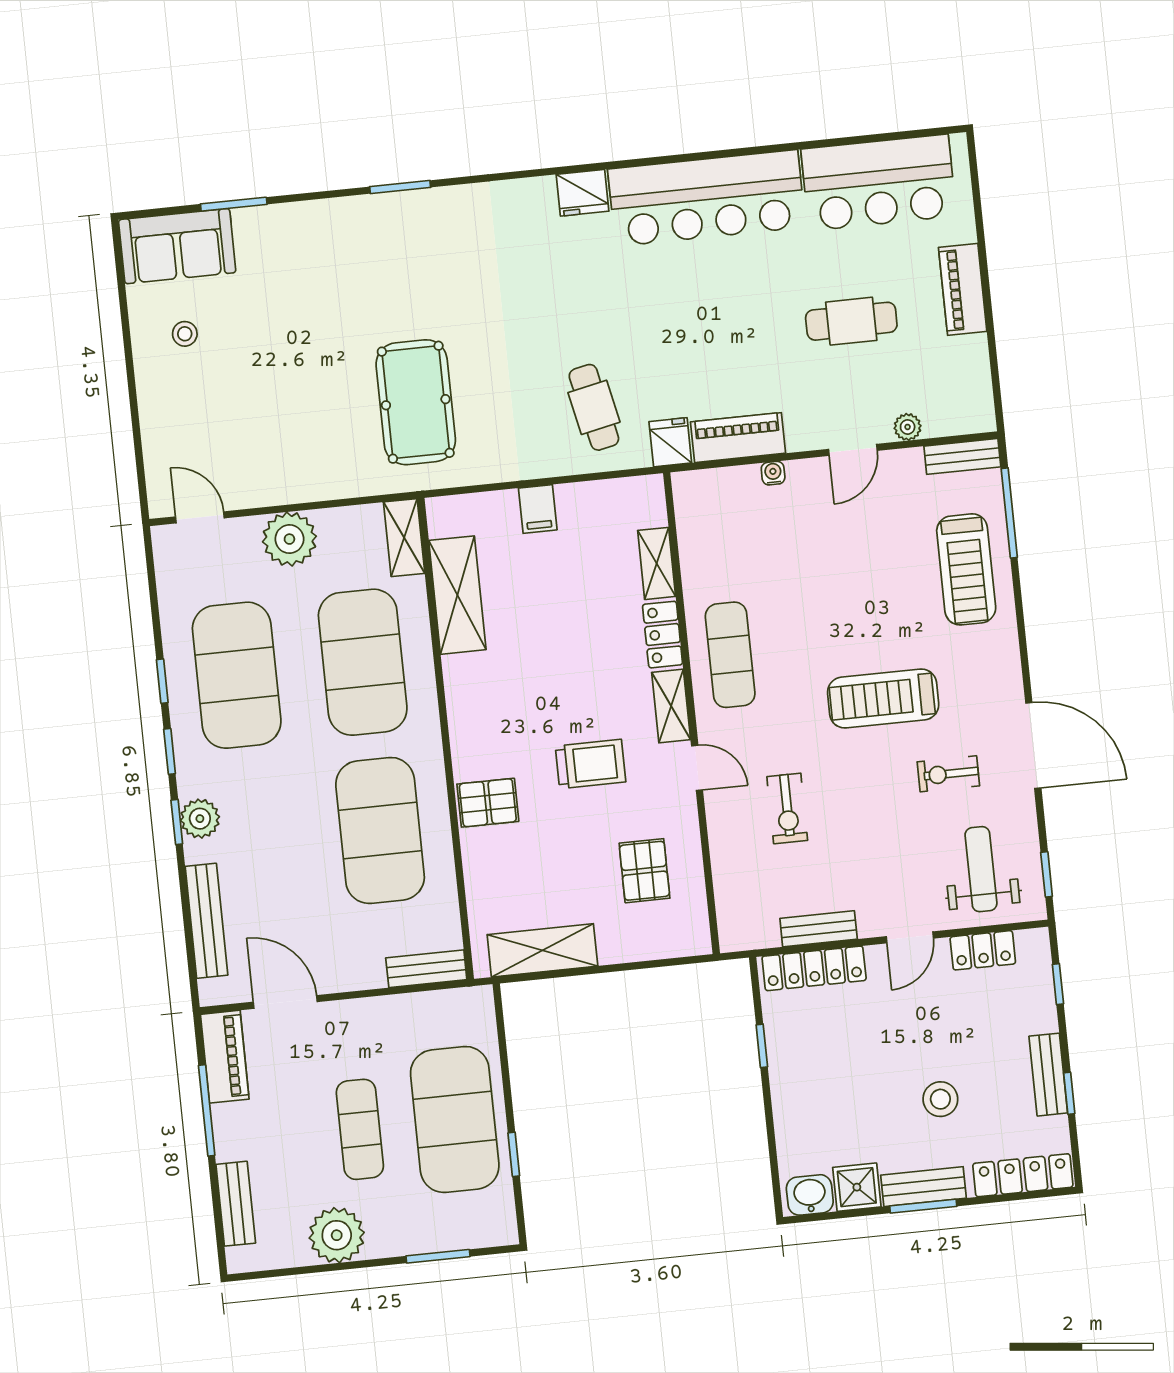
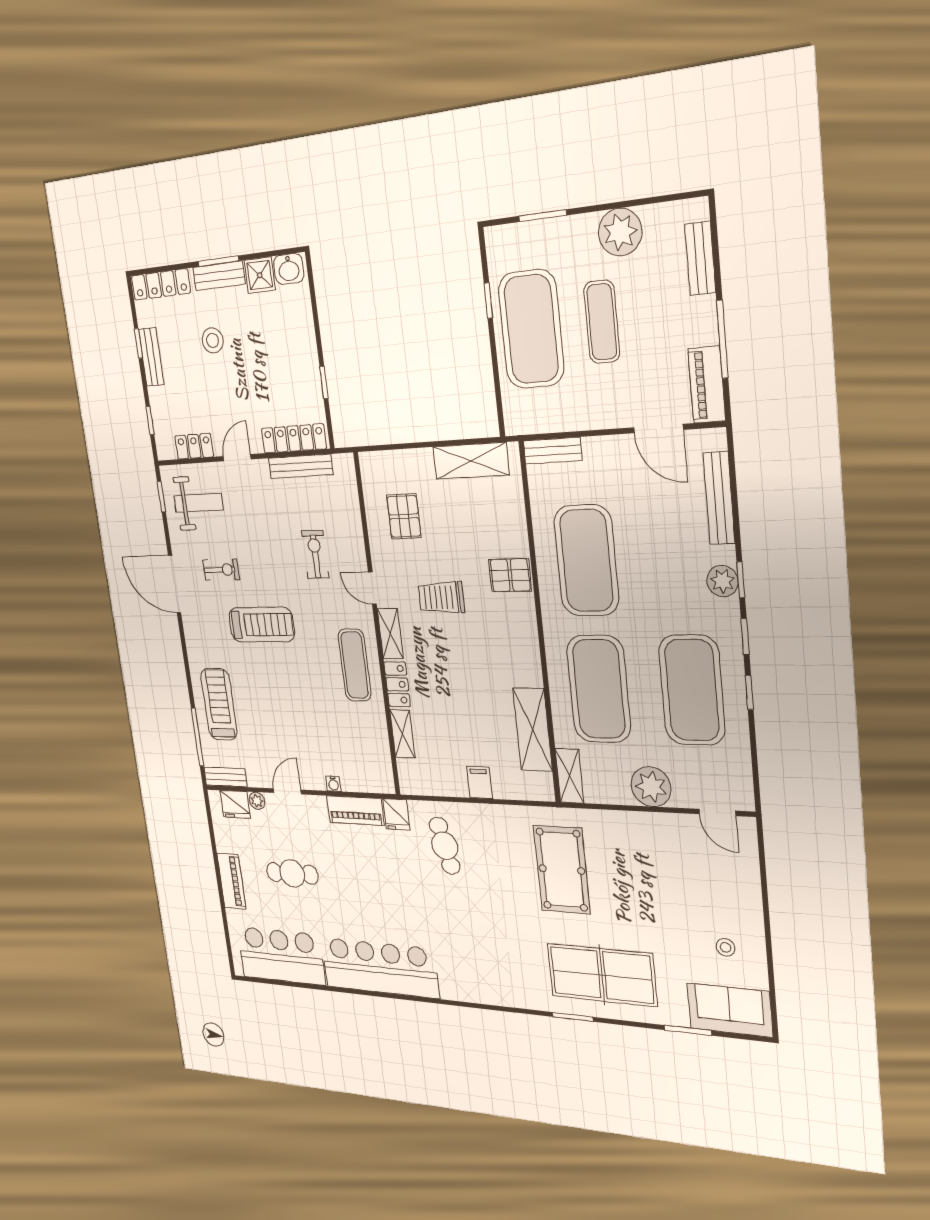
fridge: (582, 193) -> (235, 804), moved, turned 180
table tennis table: (357, 259) -> (602, 975), added
weight bench: (981, 869) -> (199, 503), turned -90
bench: (819, 929) -> (301, 466), width x1.36

